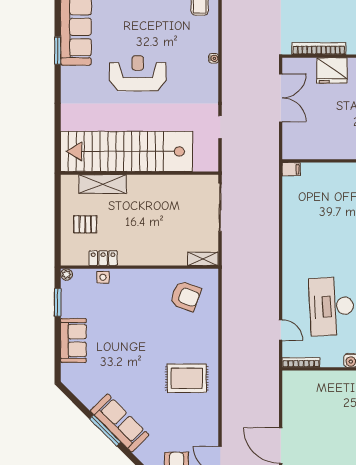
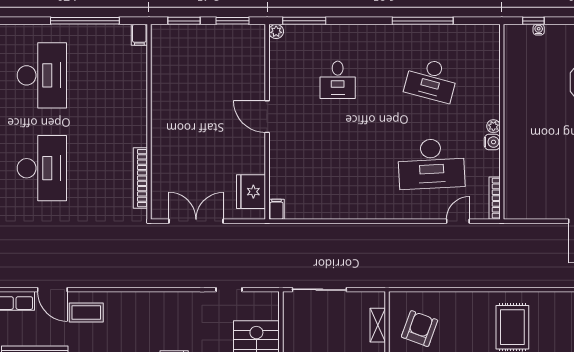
water cooler: (214, 58) -> (151, 297), removed
fridge: (332, 71) -> (251, 192), moved, turned 180
shelving: (203, 259) -> (378, 325), moved

